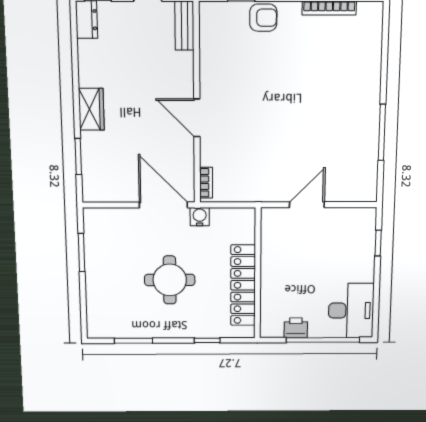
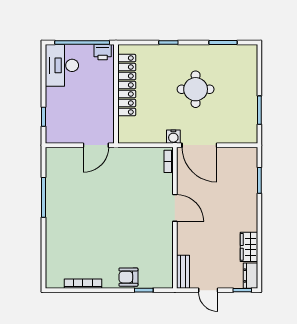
wardrobe: (91, 109) -> (249, 247), moved
wall: (258, 274) -> (116, 94), moved
locker: (243, 285) -> (127, 85), moved

